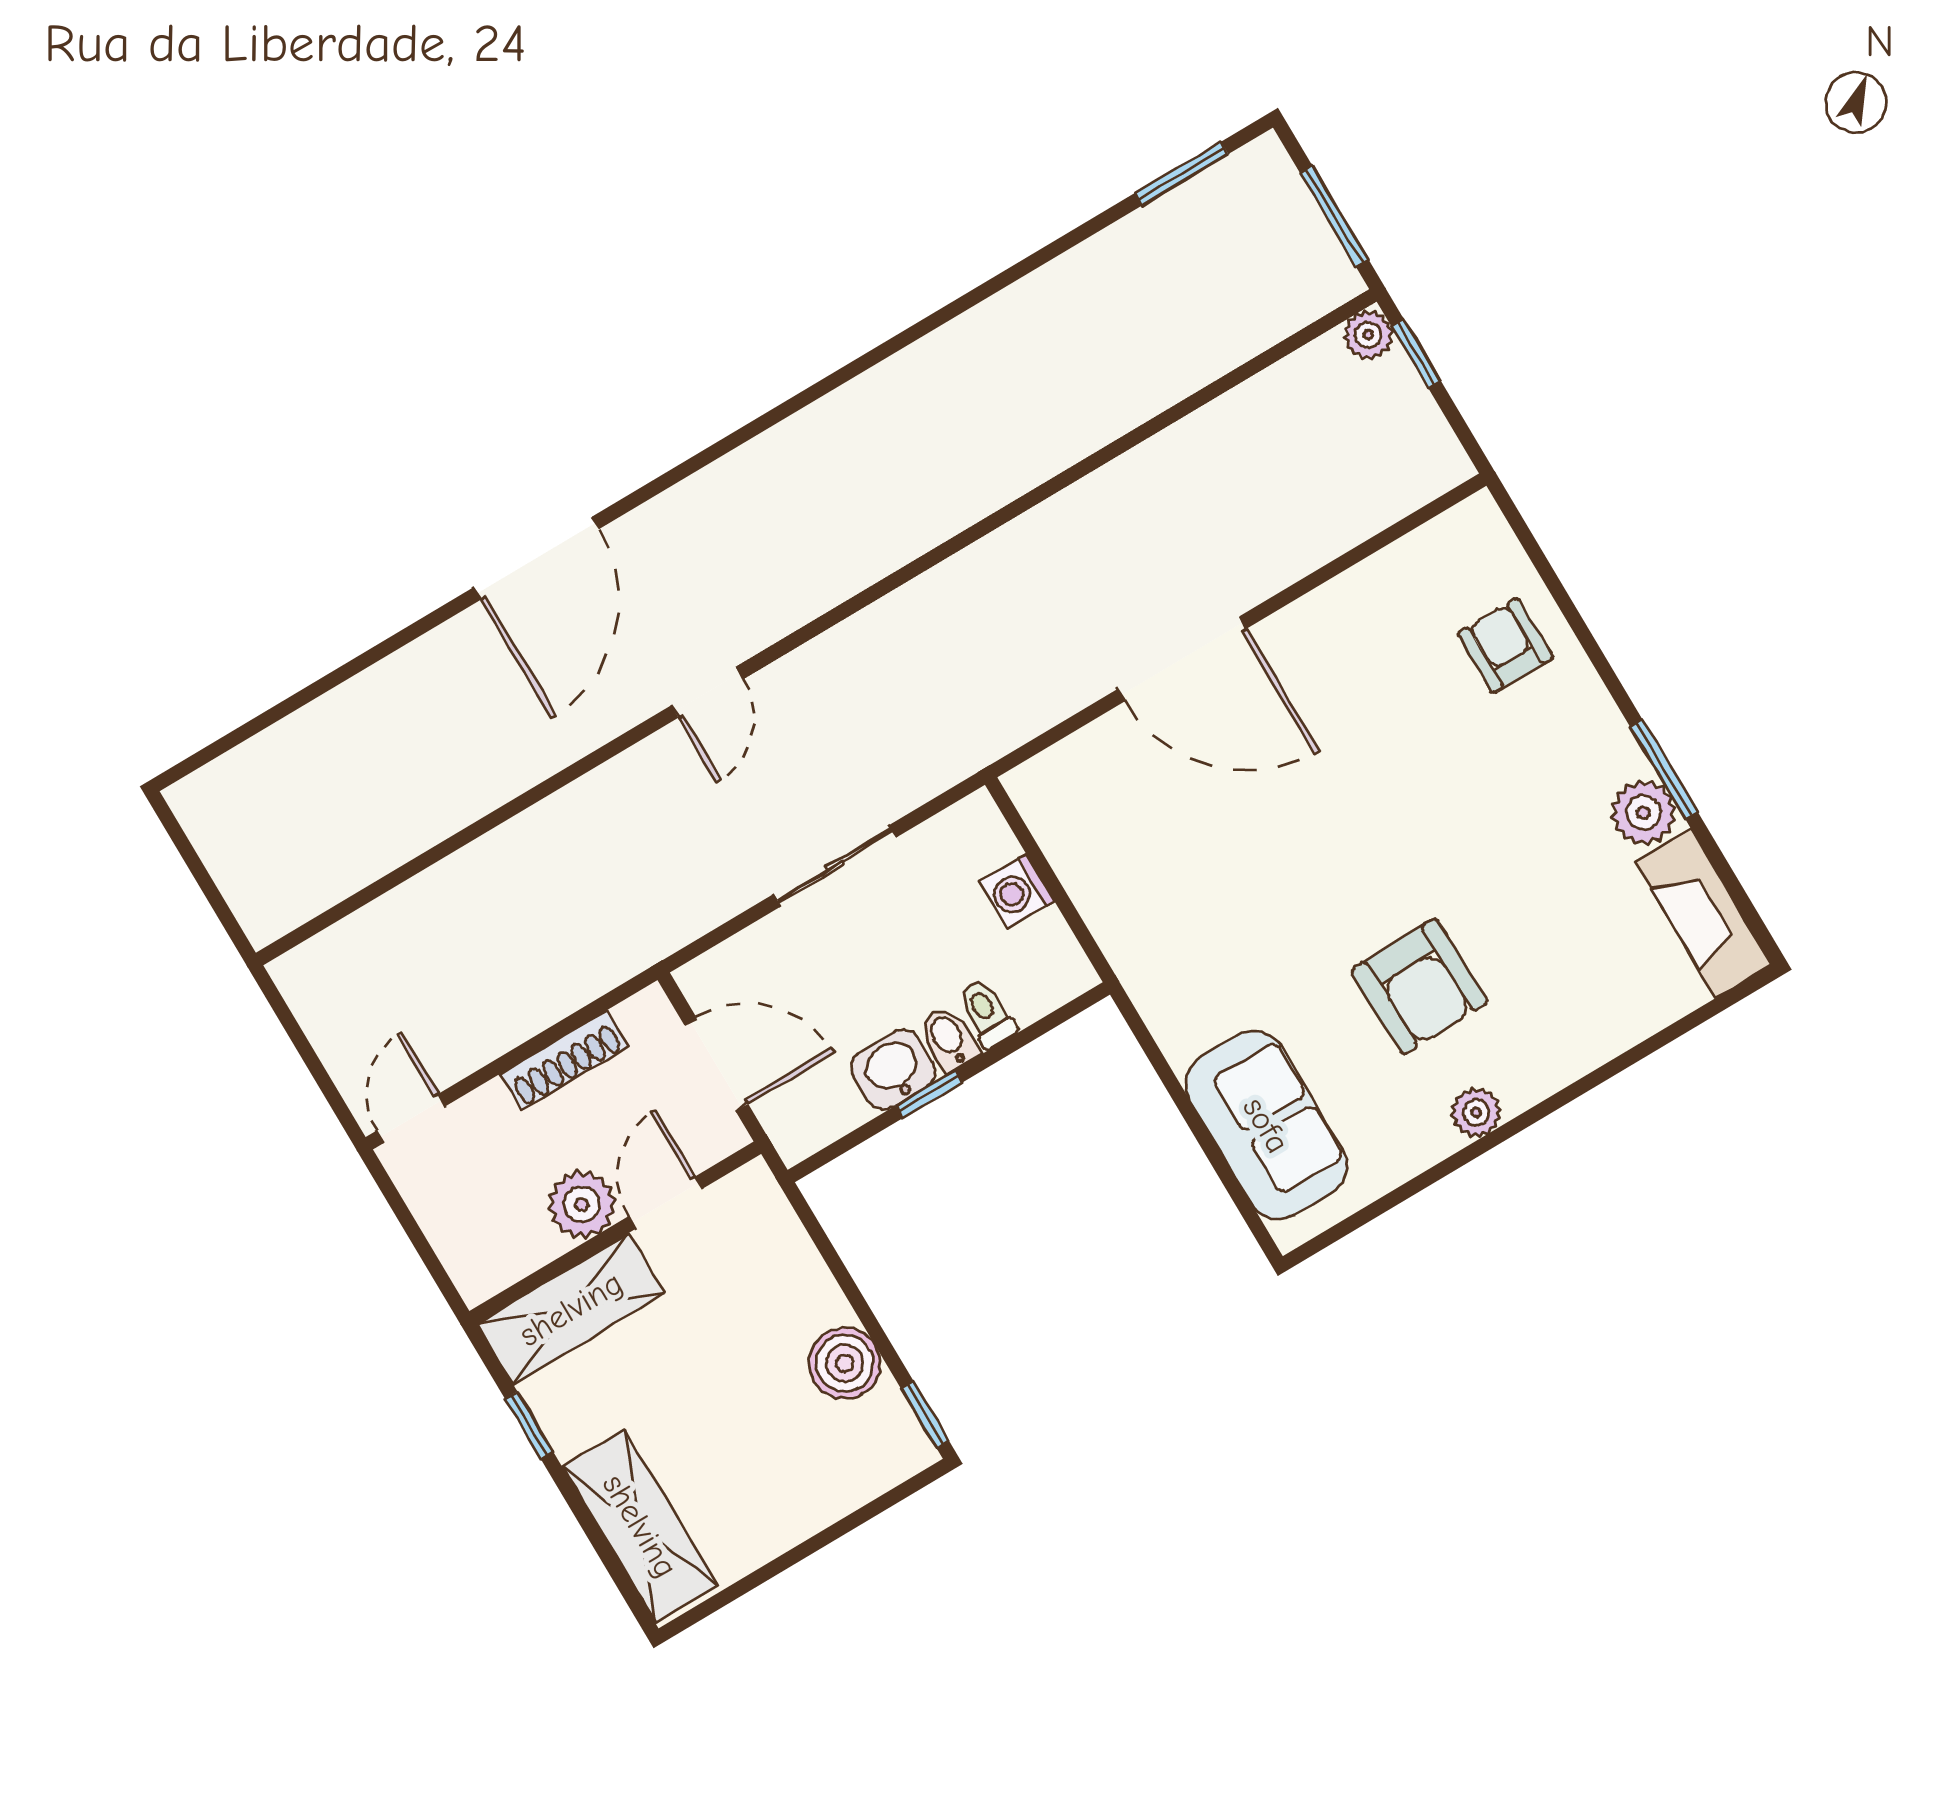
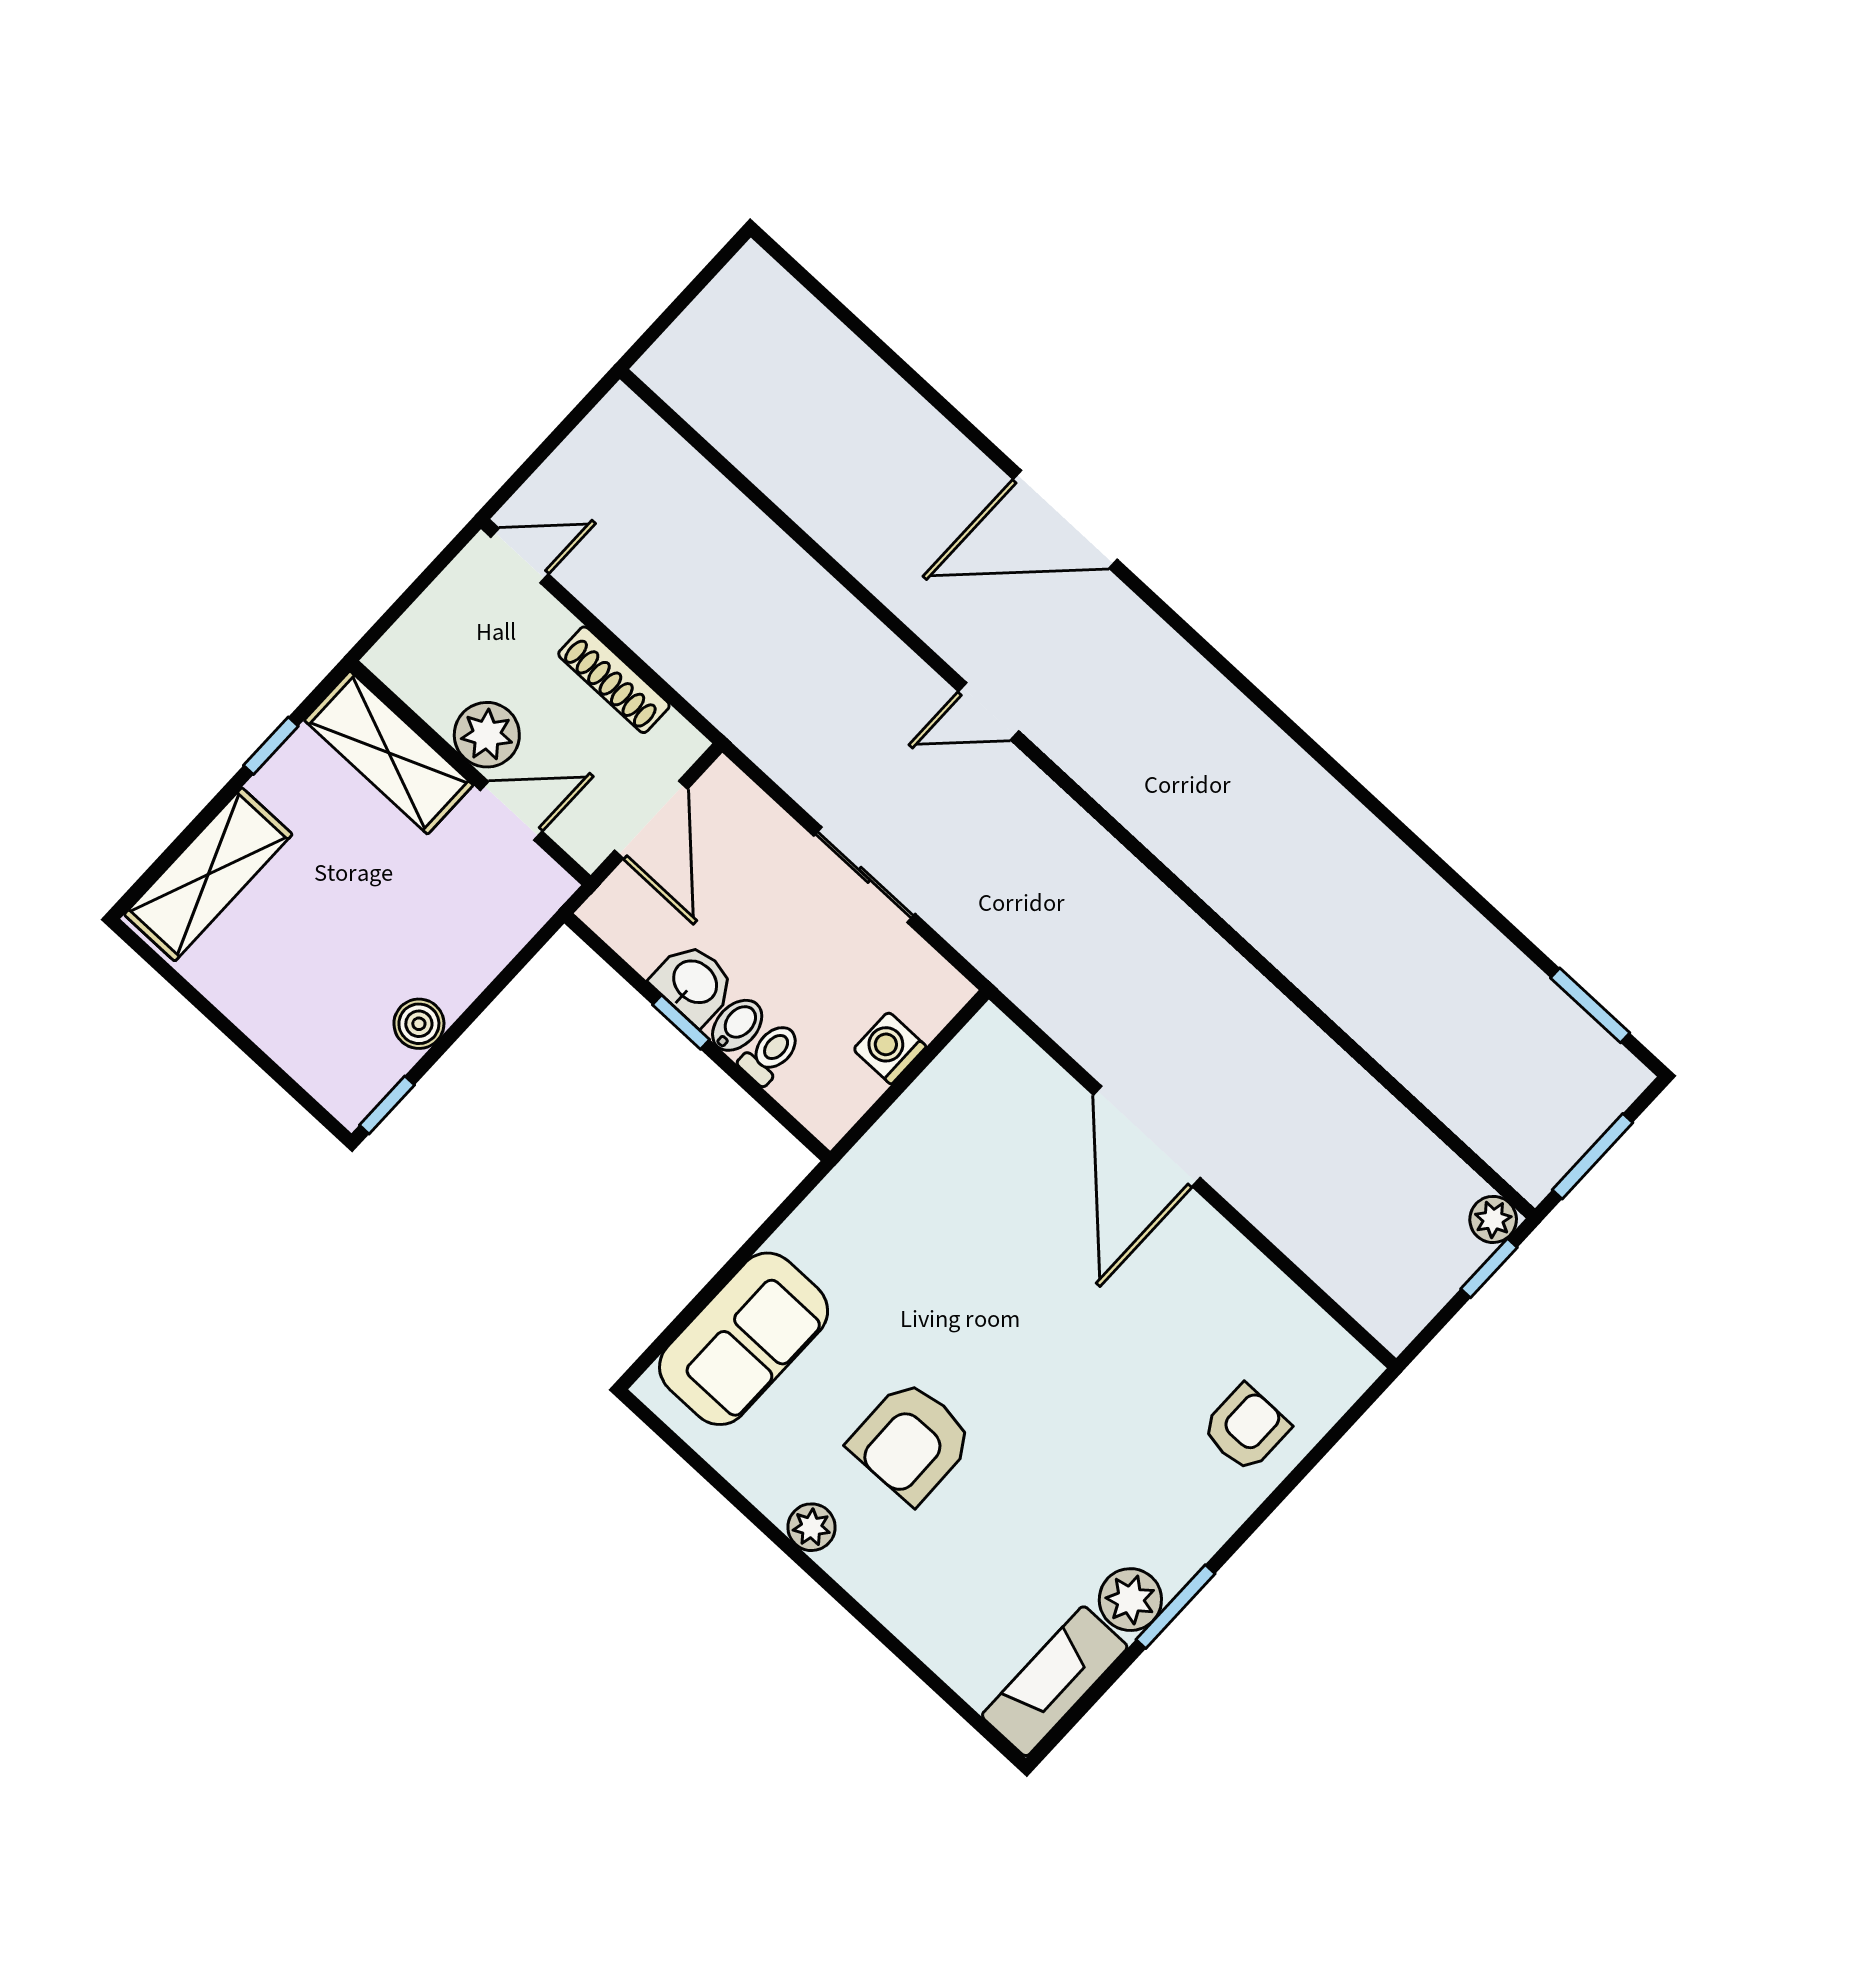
boiler: (845, 1363) -> (419, 1024), width x0.73, depth x0.73

